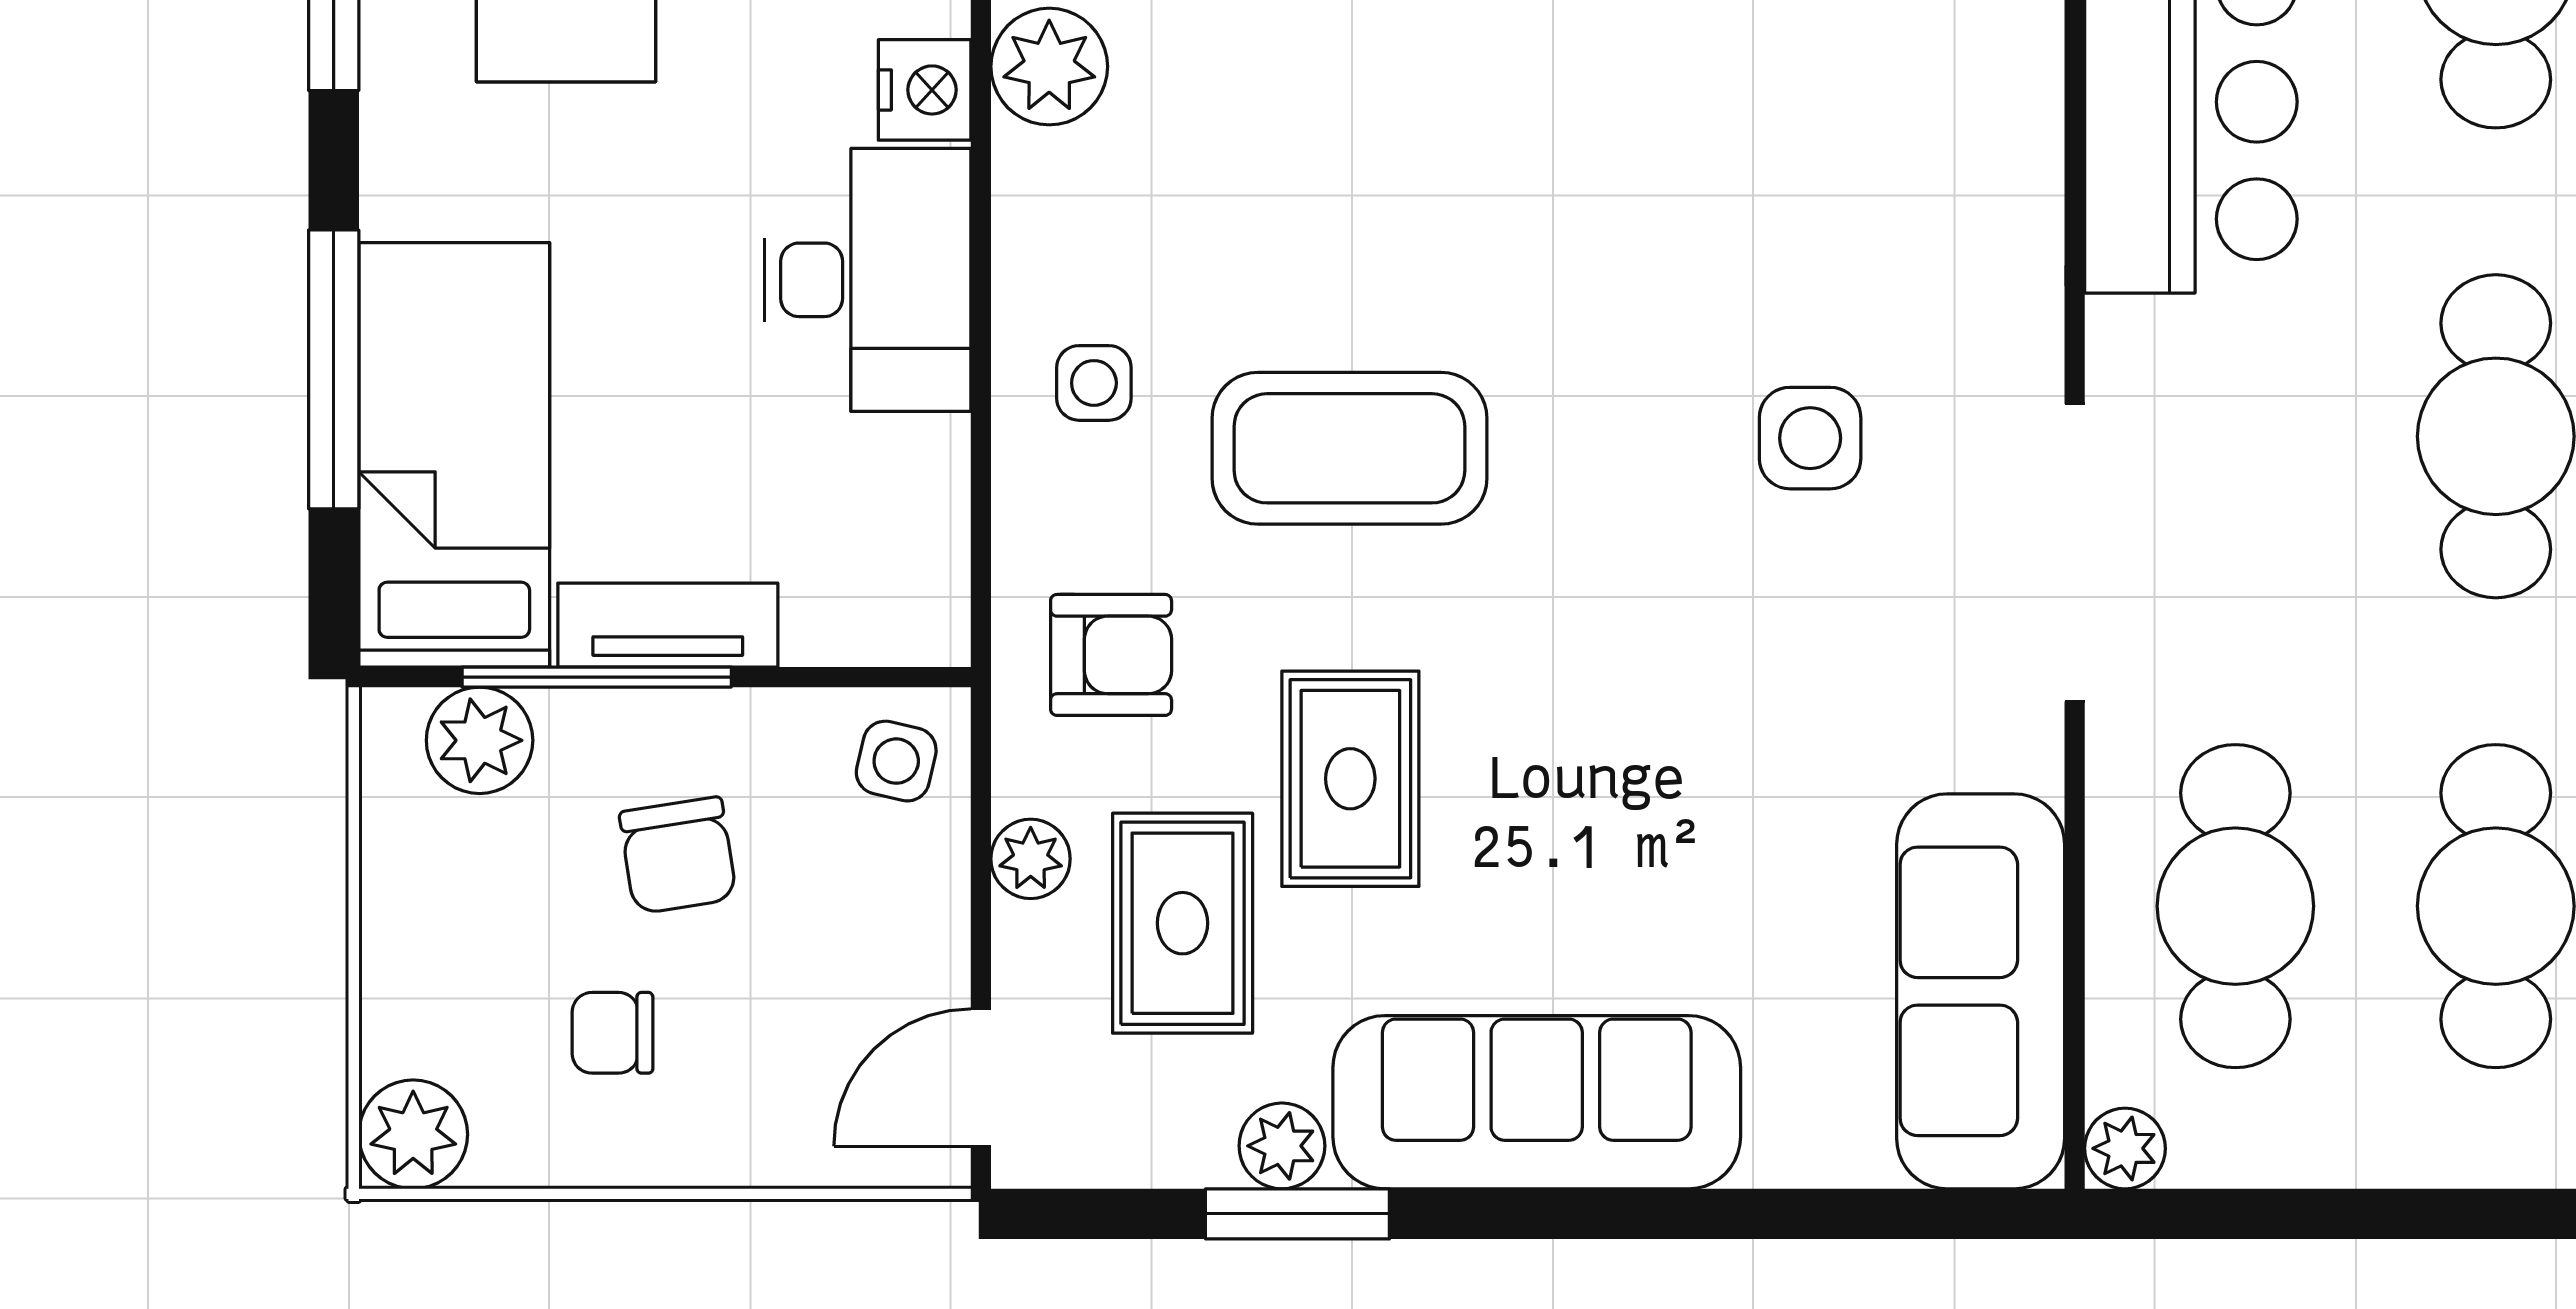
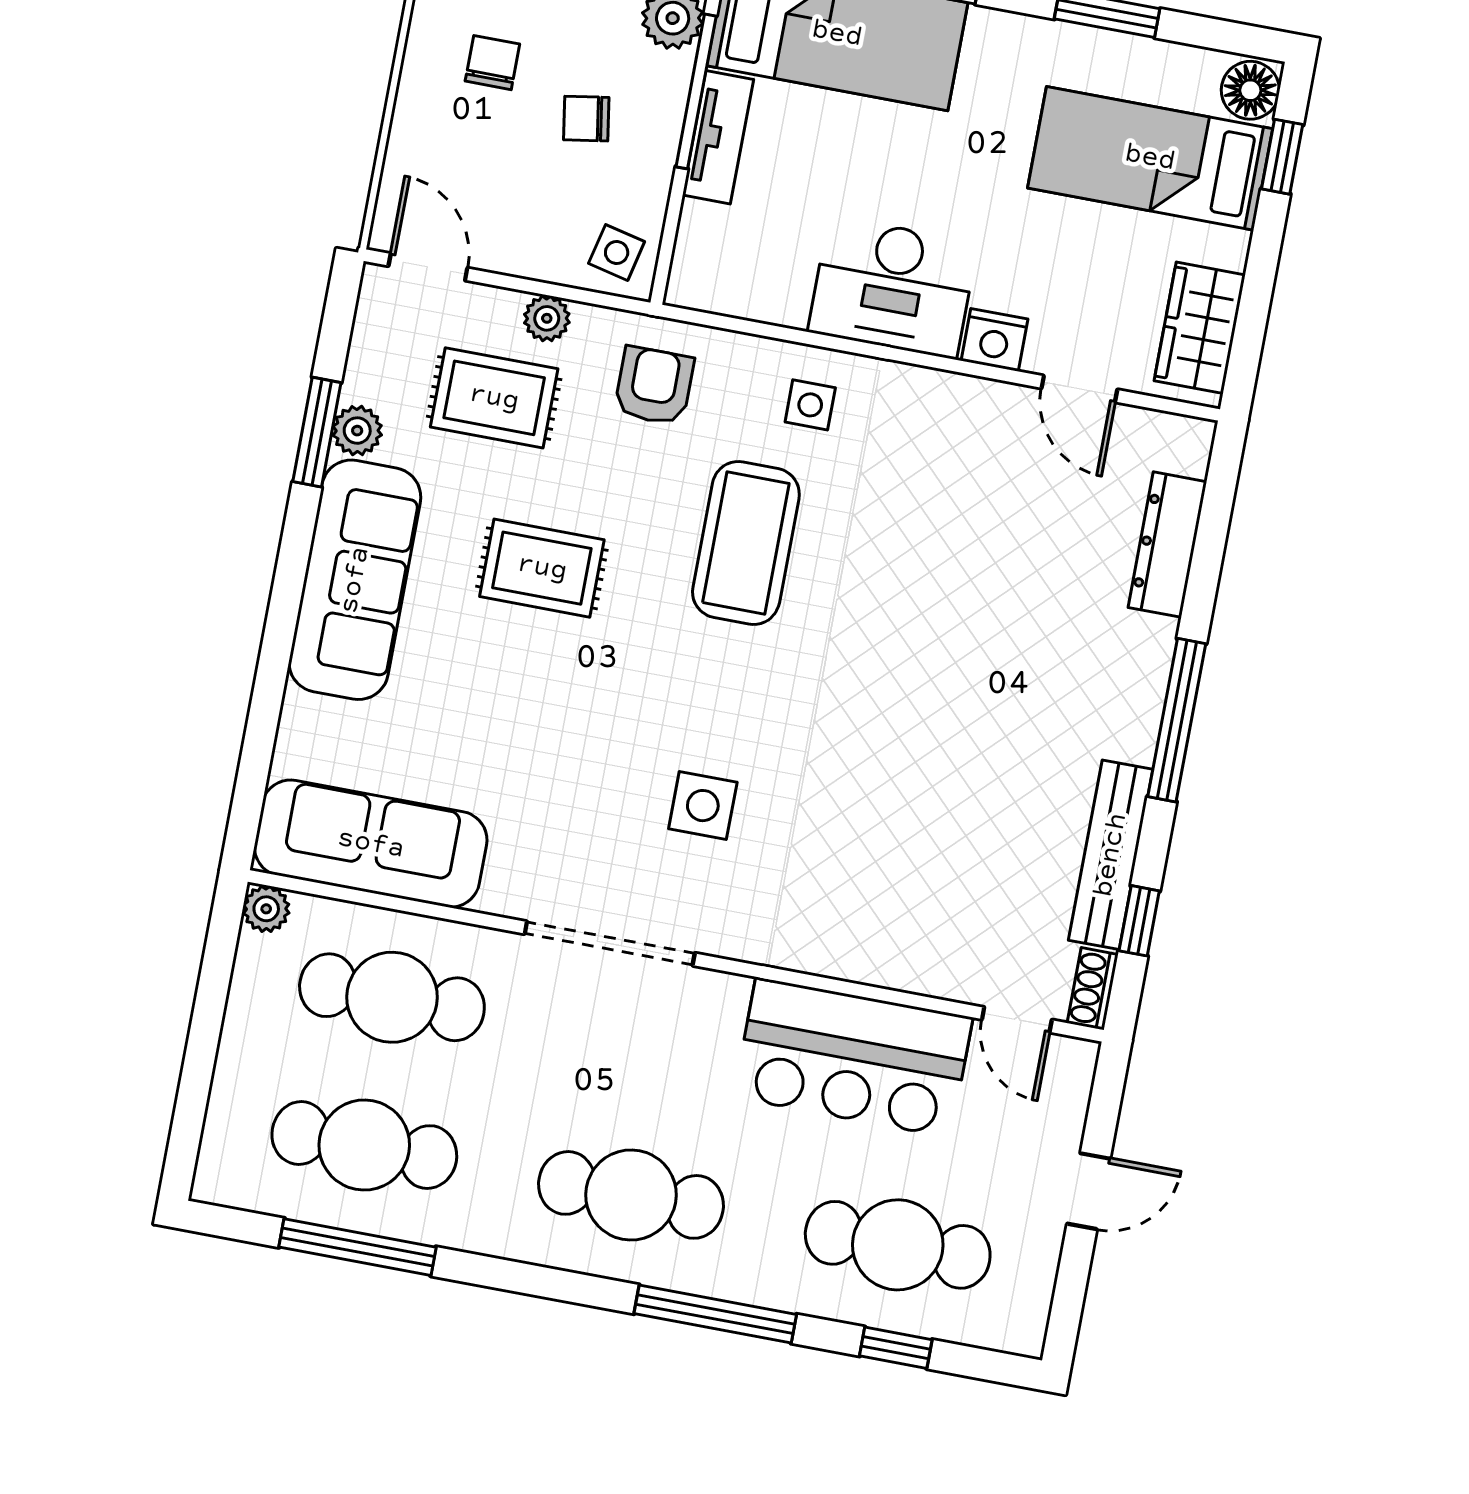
plant: (1049, 67) -> (995, 413), removed
armchair: (1111, 655) -> (654, 386), turned 180
rug: (1350, 779) -> (542, 568), moved
chair: (678, 855) -> (586, 119), width x0.73, depth x0.73

